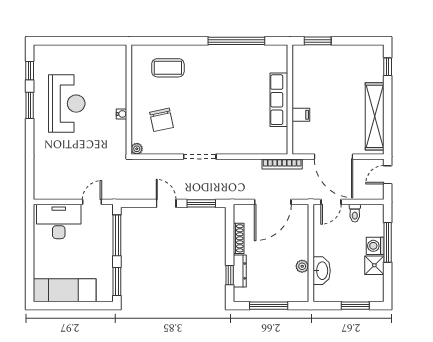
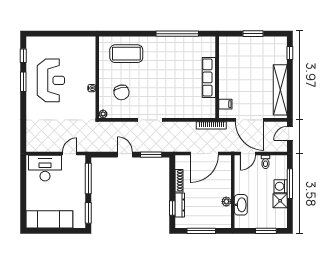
window: (318, 41) -> (253, 34), moved
coffee table: (168, 68) -> (126, 54), width x1.36, depth x1.32
filing cabinet: (301, 115) -> (225, 104), moved

